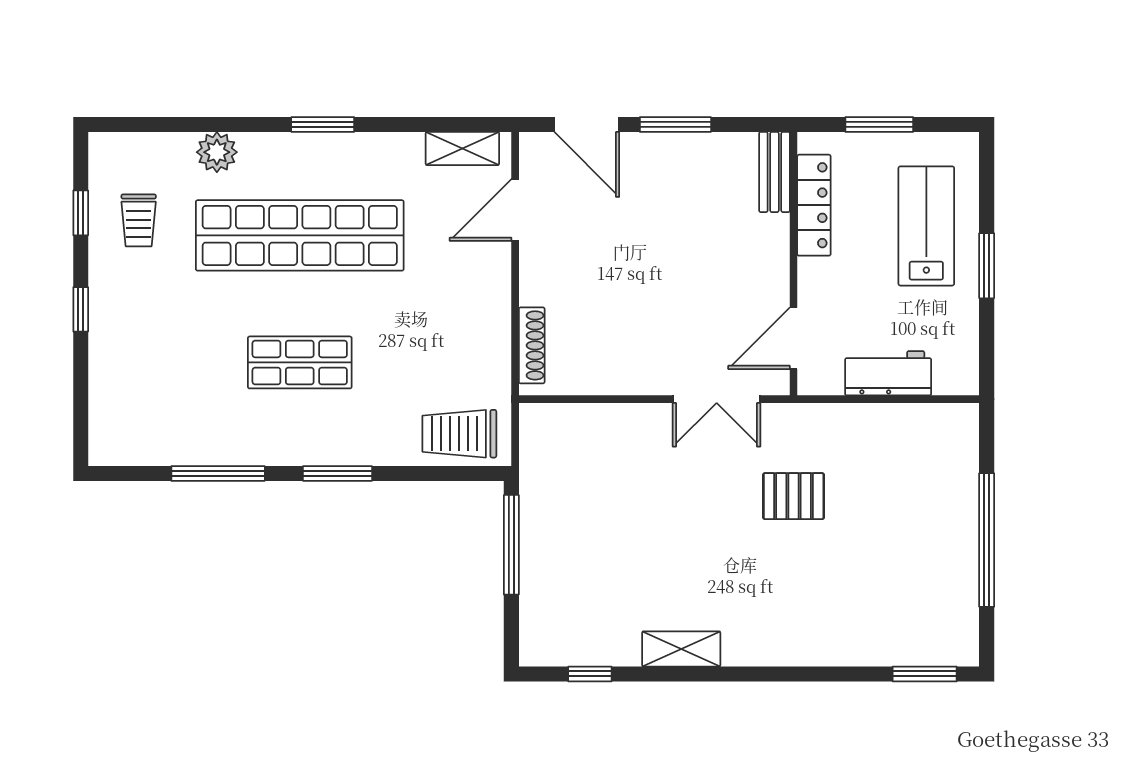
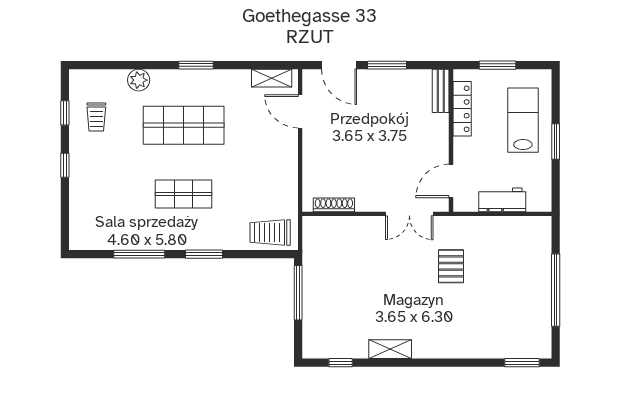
door: (515, 210) -> (300, 111), hinge flipped
shop shelf: (300, 235) -> (184, 125), width x0.71
shoe rack: (532, 345) -> (334, 205), moved, turned -90
pallet: (794, 496) -> (451, 266), turned 90

